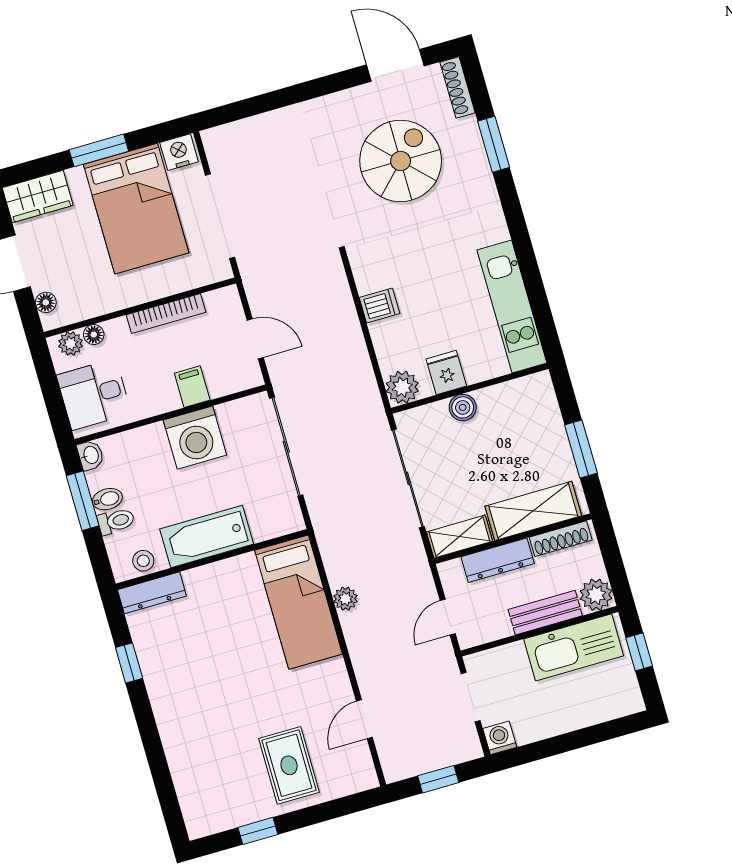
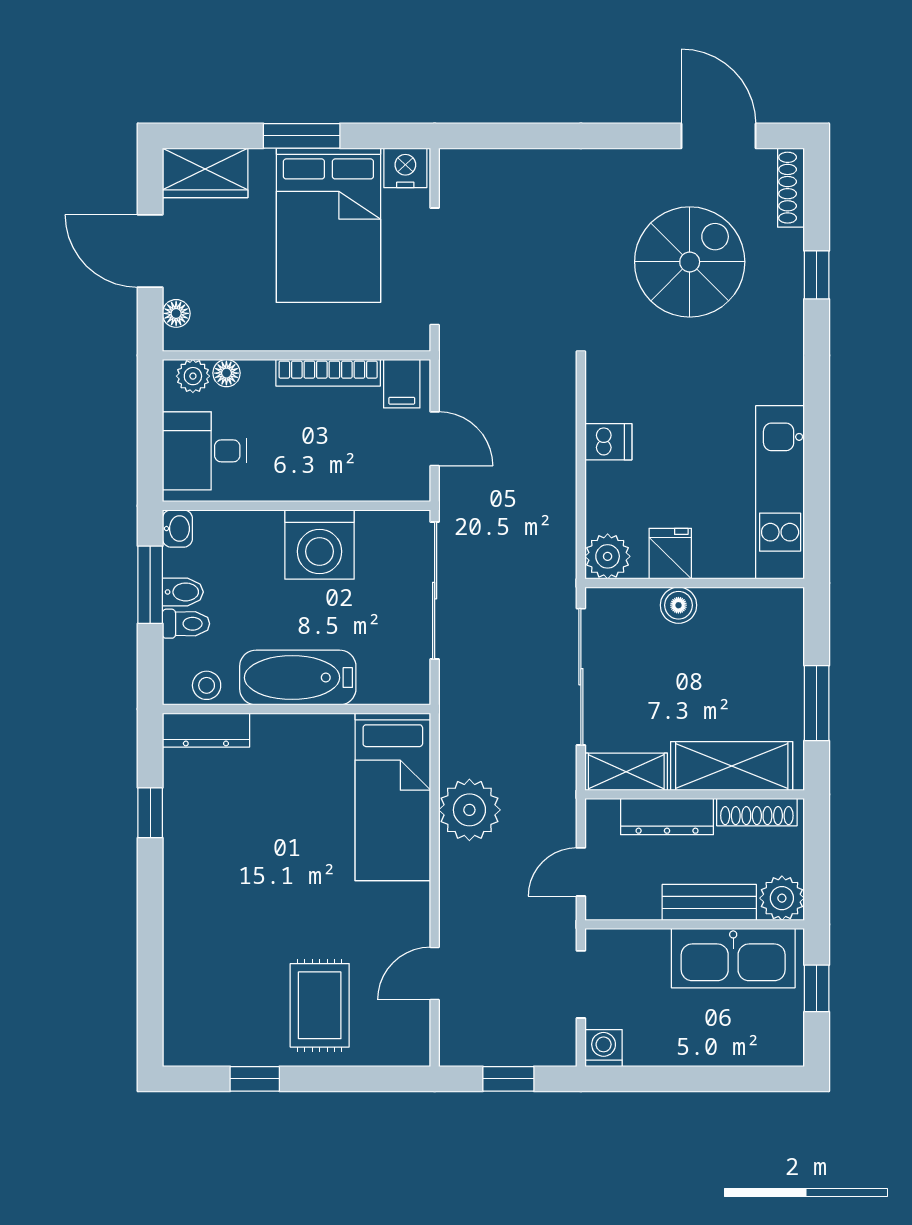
window: (494, 144) -> (817, 275), width x0.67
filing cabinet: (192, 387) -> (402, 384), moved, turned 180
plant: (345, 599) -> (469, 810), width x1.87, depth x1.87

